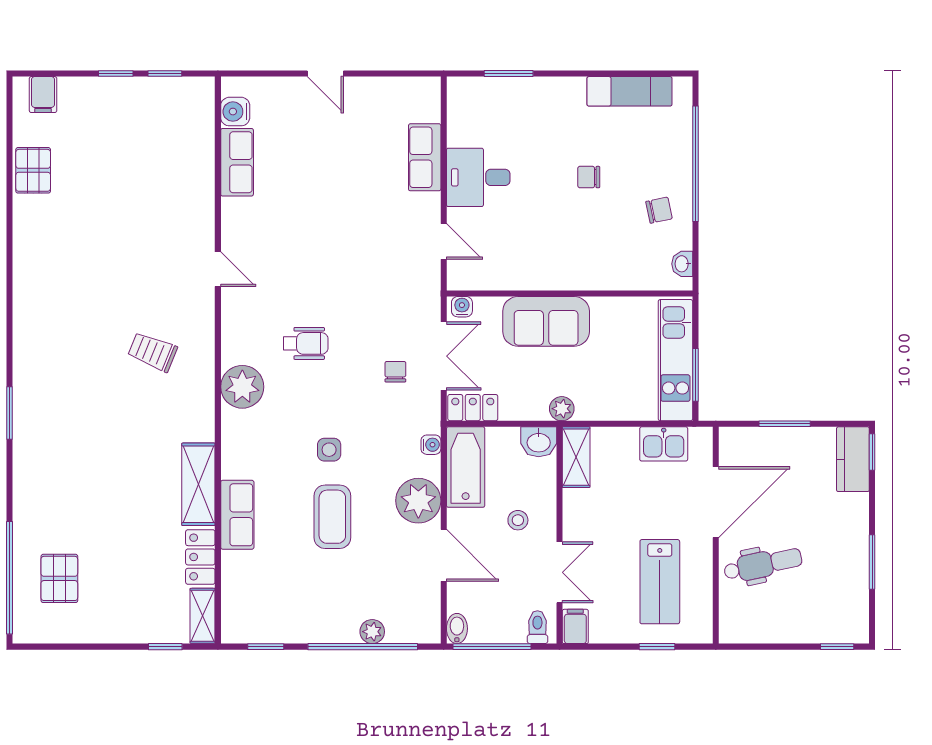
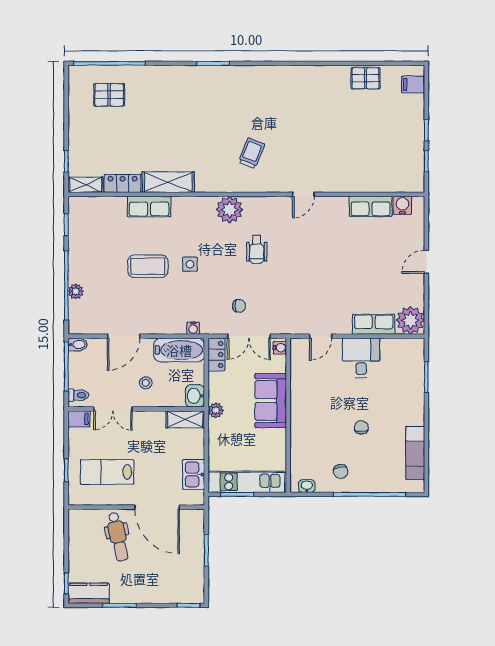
kitchen counter: (853, 459) -> (89, 593), moved
plant: (418, 501) -> (410, 320), moved

